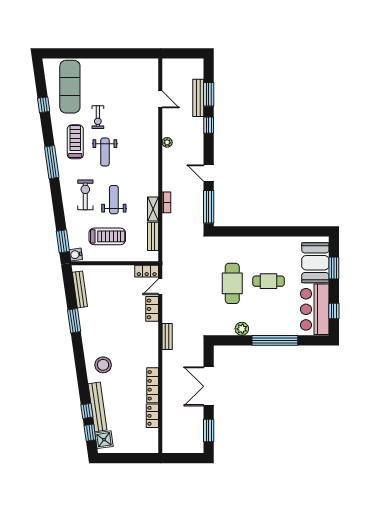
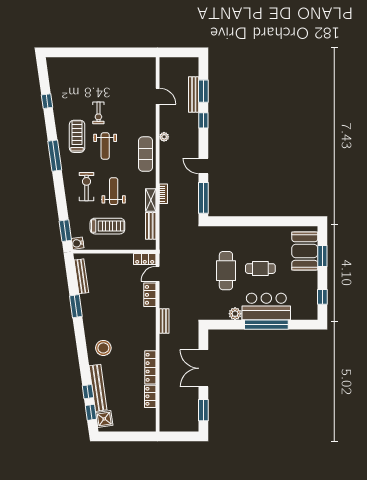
exercise mat: (70, 87) -> (146, 154), moved, width x0.73, depth x0.69
bar counter: (315, 309) -> (266, 307), moved, turned 90

